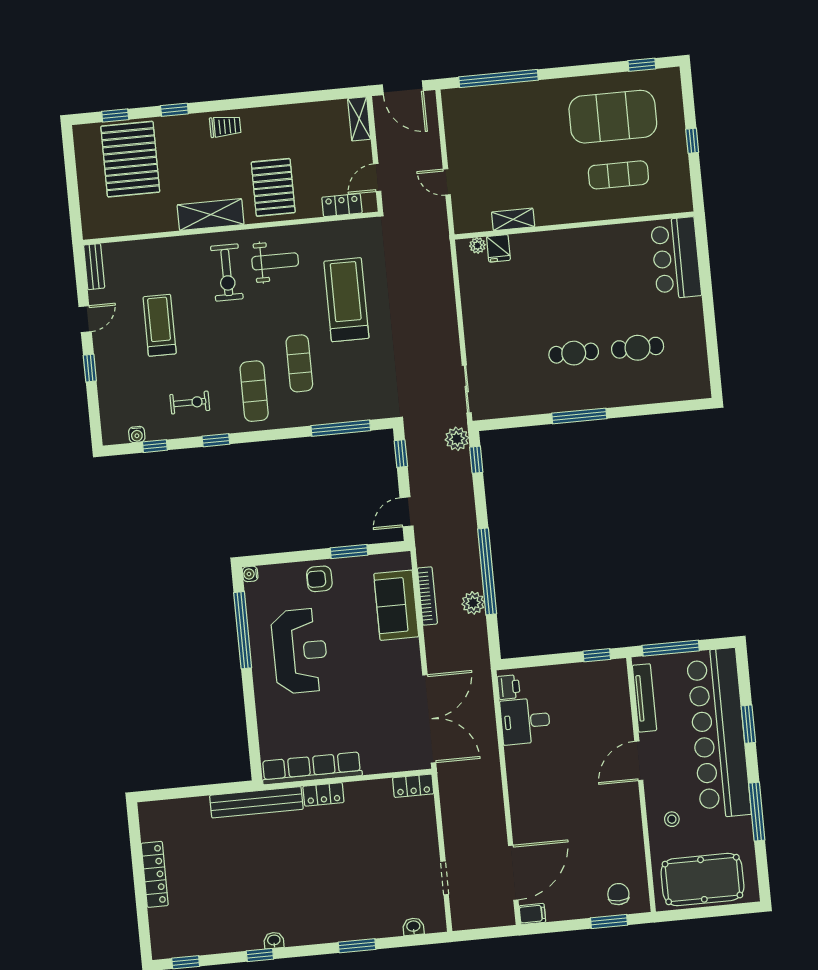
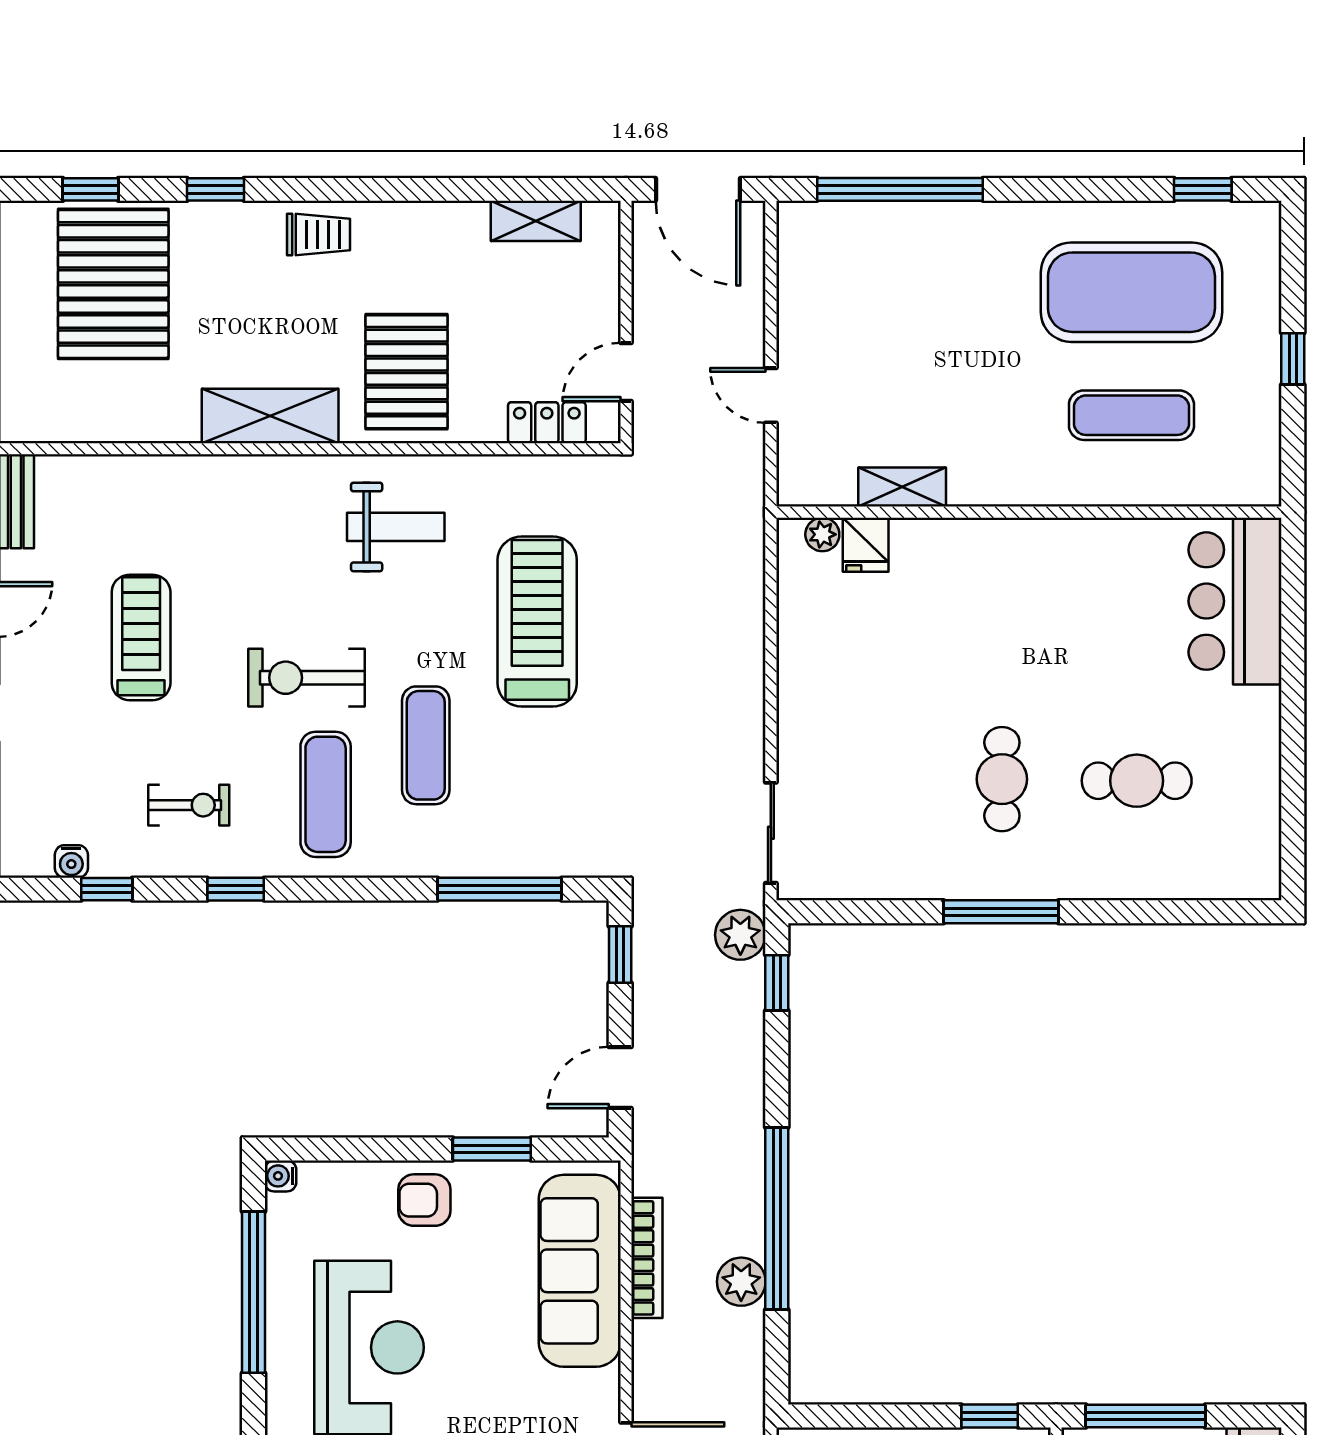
shelving: (359, 119) -> (536, 221), moved, turned 90
exercise bike: (227, 273) -> (306, 678), moved, turned 90
cafe table: (574, 353) -> (1002, 779), turned 90
sofa: (396, 605) -> (580, 1271), width x1.36

